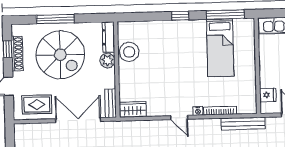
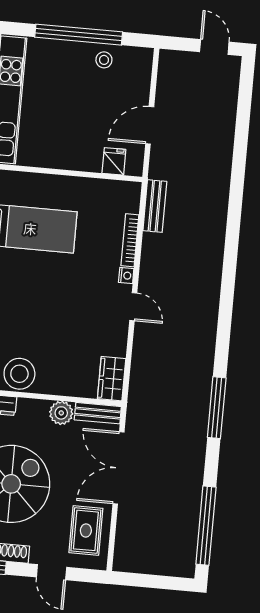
plant: (107, 61) -> (61, 413), moved
door: (179, 118) -> (133, 307), hinge flipped
bench: (243, 124) -> (155, 206), width x0.73

